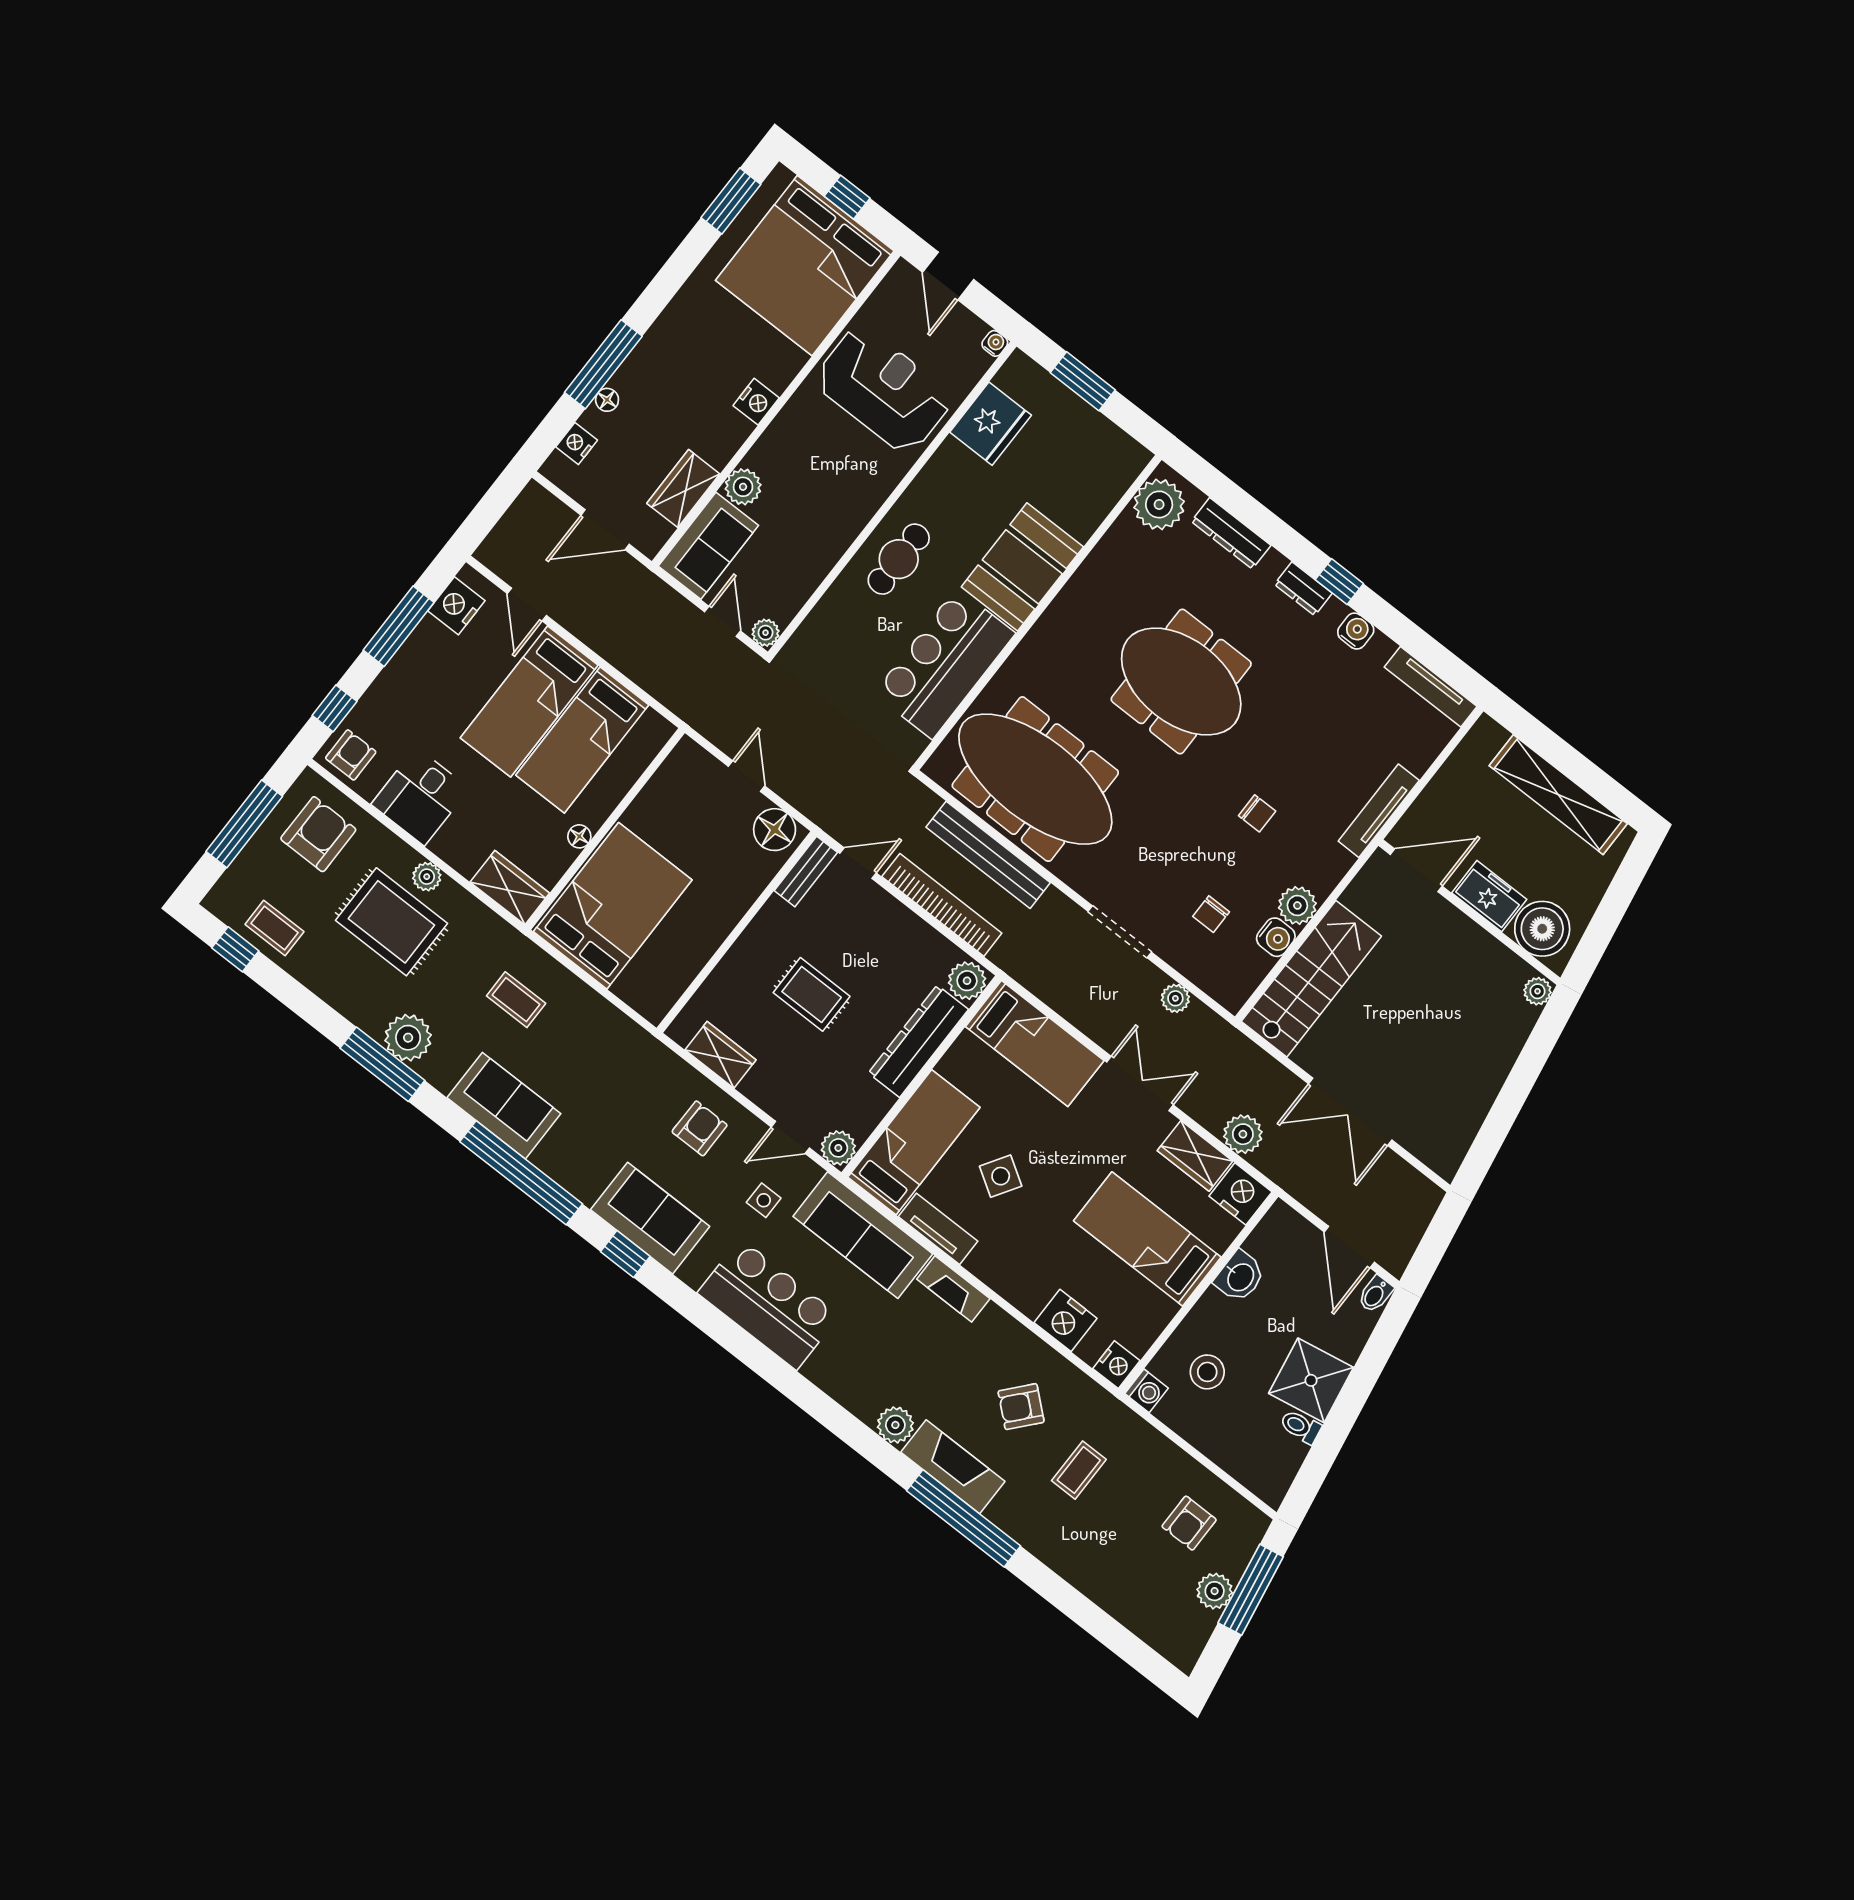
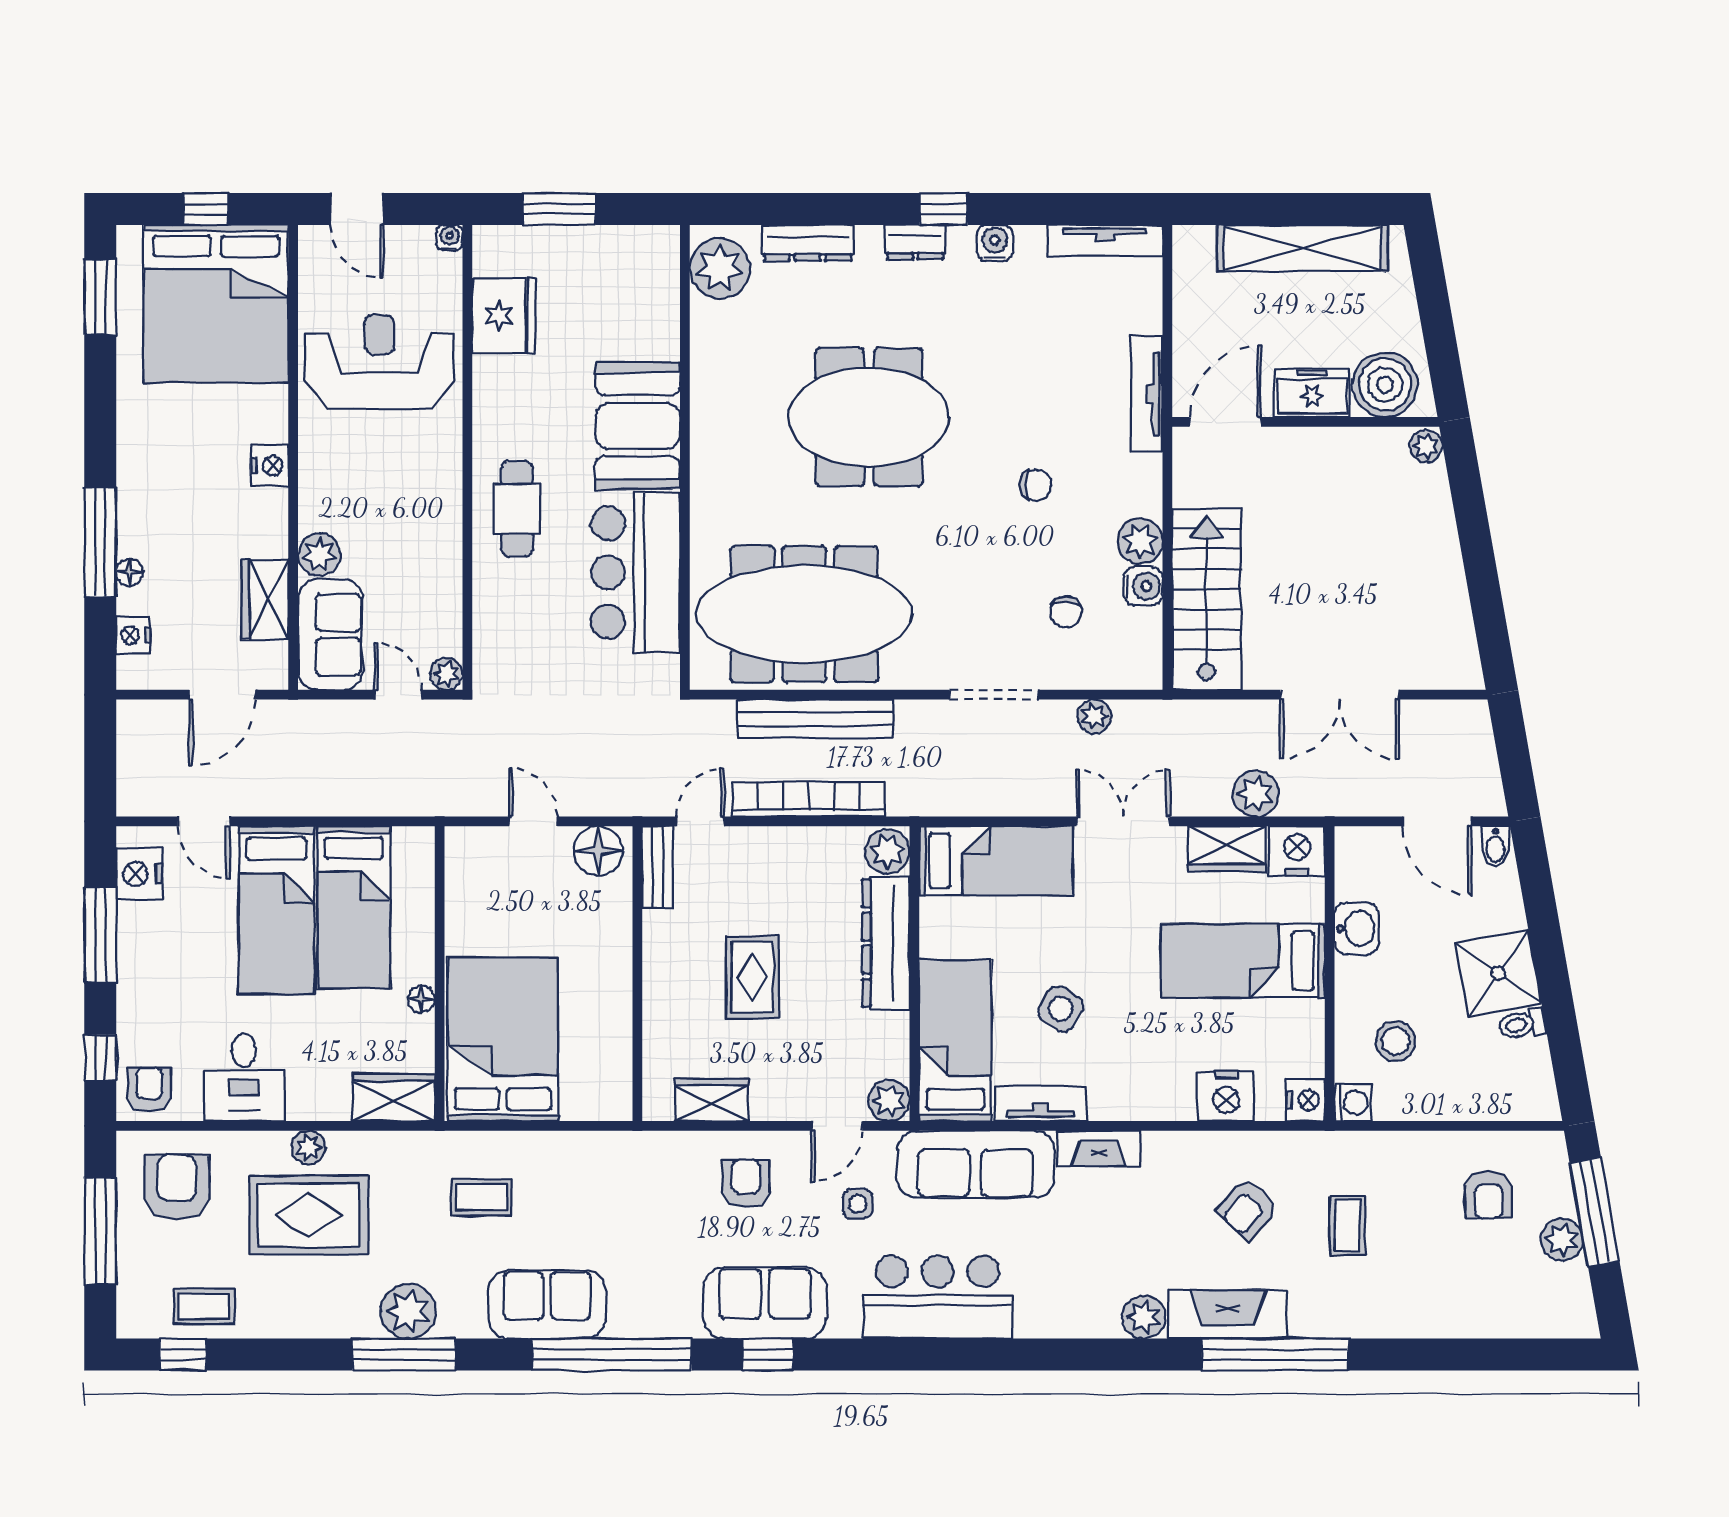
rug: (812, 994) -> (753, 977), turned 90

